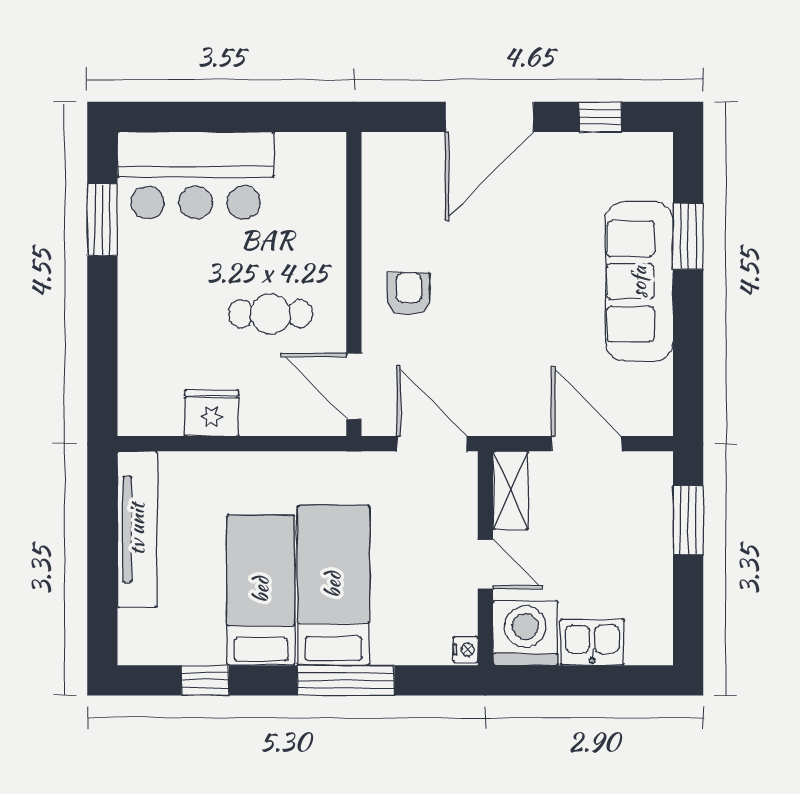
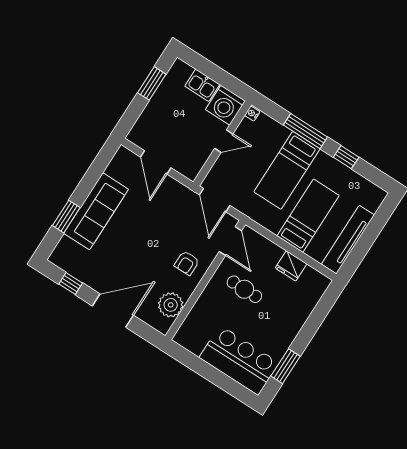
plant: (389, 197) -> (171, 305), added
shelving: (510, 490) -> (196, 163), removed
window: (688, 520) -> (152, 83), moved
door: (485, 564) -> (224, 141), swing flipped
bed: (261, 590) -> (308, 216), moved, turned 180
window: (205, 680) -> (346, 157), moved

